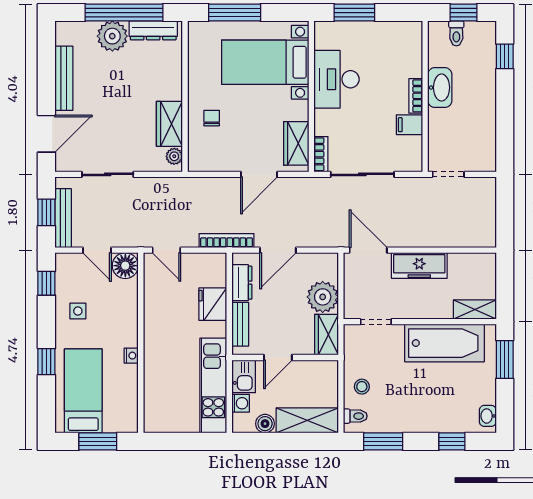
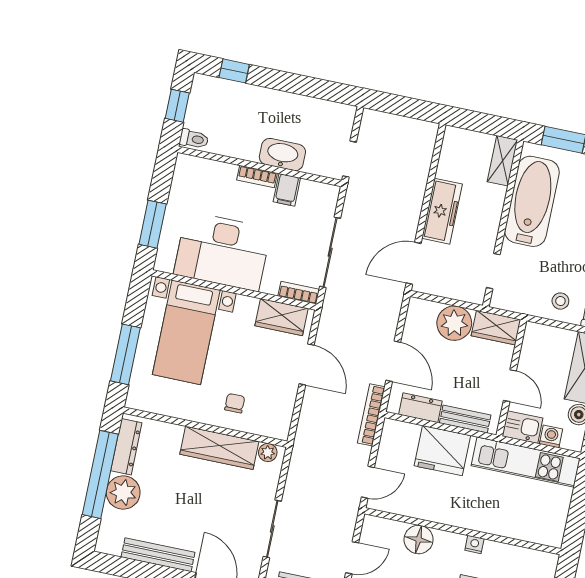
toilet: (456, 33) -> (194, 139), moved
desk: (337, 79) -> (222, 251), width x1.36, depth x1.30
washbasin: (440, 88) -> (282, 155), moved
chair: (212, 118) -> (235, 403), turned 90
wardrobe: (169, 124) -> (219, 448), width x1.50
floor lamp: (125, 266) -> (419, 540), moved
fridge: (213, 304) -> (442, 451), width x1.36, depth x1.34

